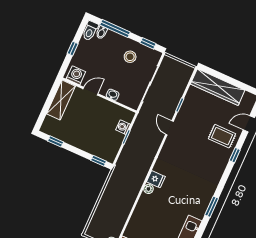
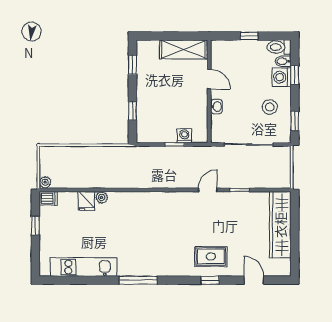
window: (115, 29) -> (295, 75), width x0.46
washing machine: (76, 75) -> (282, 77), moved, turned 180
rug: (222, 136) -> (211, 257), moved, turned 90
window: (99, 161) -> (132, 111), moved
fridge: (156, 179) -> (86, 201), moved
plant: (148, 189) -> (102, 197), moved
window: (212, 207) -> (138, 280), width x1.44

